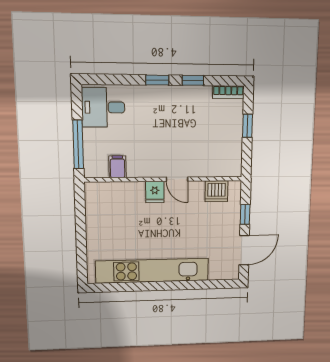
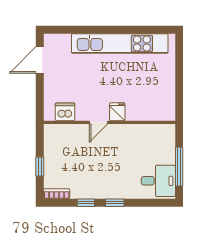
window: (78, 144) -> (179, 167), moved
filing cabinet: (117, 167) -> (148, 133), removed
door: (177, 179) -> (99, 122), swing flipped
window: (245, 214) -> (40, 91), removed

